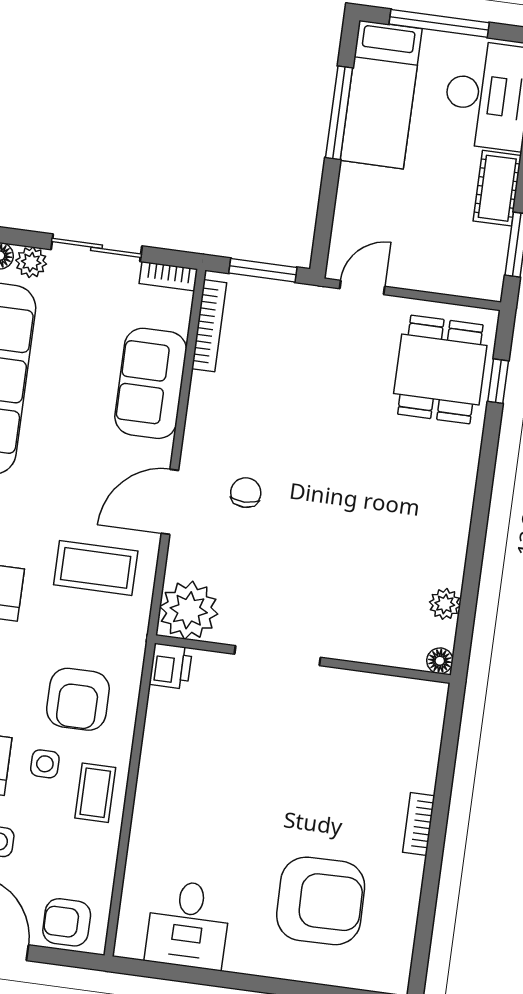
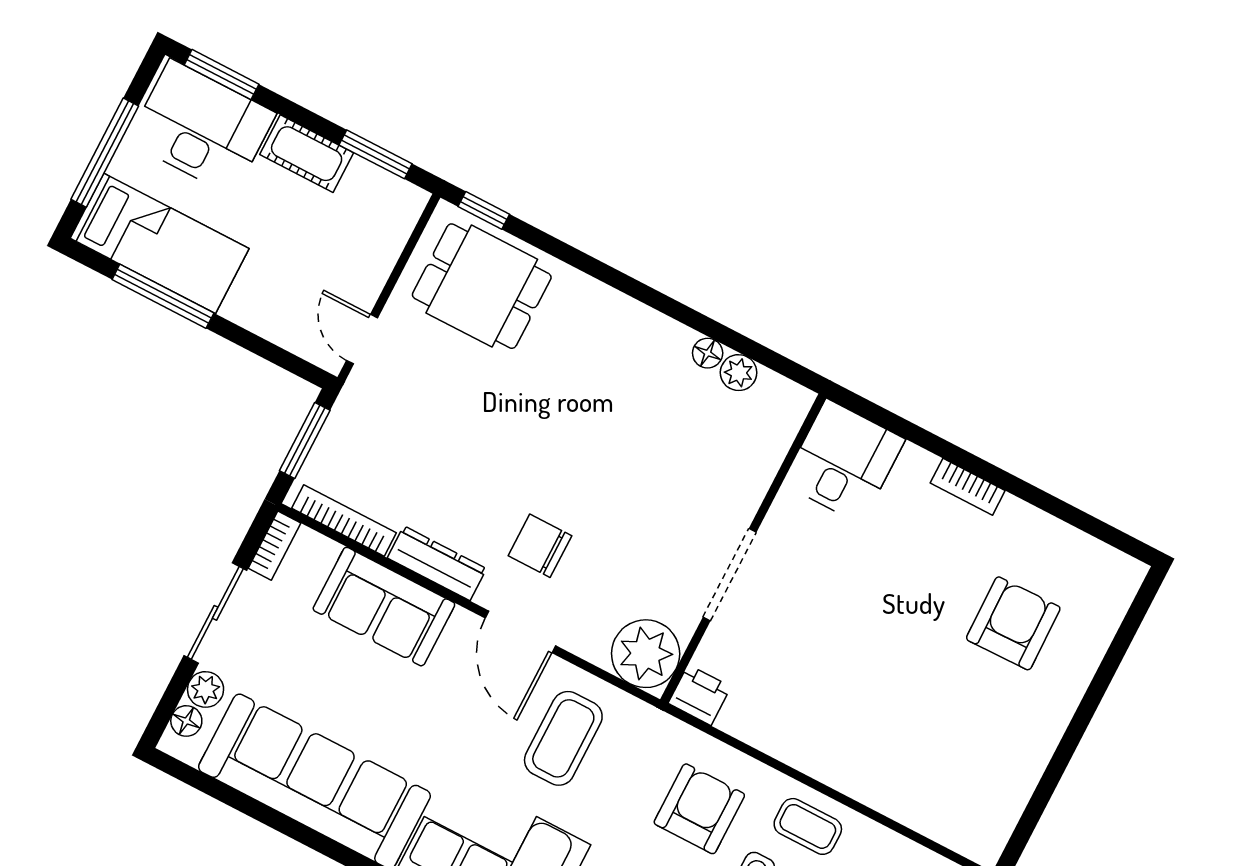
window: (498, 381) -> (484, 210), moved
dresser: (201, 414) -> (437, 563), added
chair: (246, 493) -> (540, 546), width x1.37, depth x1.37
floor lamp: (440, 661) -> (708, 353), moved
armchair: (78, 699) -> (699, 809), turned -90
armchair: (321, 901) -> (1013, 623), width x0.73, depth x0.73
desk: (188, 925) -> (844, 461), moved, turned -90

